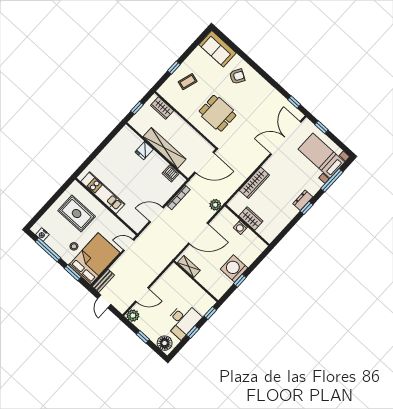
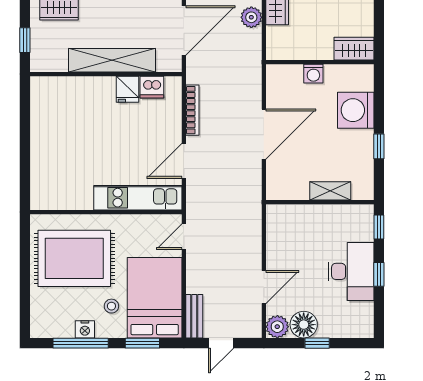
fridge: (144, 151) -> (128, 89), moved
kitchen unit: (103, 193) -> (138, 198), moved
plant: (215, 205) -> (251, 17), moved
rug: (77, 214) -> (74, 258), width x1.37, depth x1.44
wardrobe: (251, 219) -> (354, 49), moved
nightstand: (42, 235) -> (85, 329), moved
shelving: (189, 267) -> (330, 191), moved
washing machine: (234, 268) -> (356, 110), moved
door: (104, 301) -> (221, 343), hinge flipped
floor lamp: (165, 343) -> (304, 325), moved

